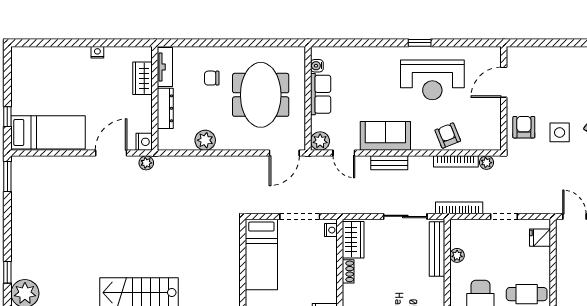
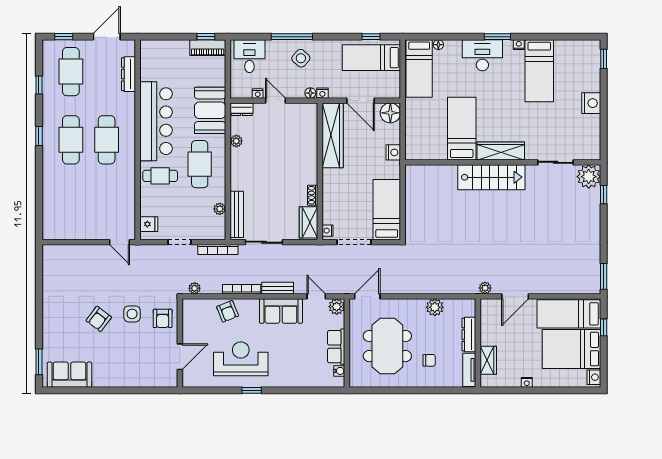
bed: (45, 91) -> (572, 349), added
nightstand: (144, 142) -> (594, 377), moved, turned 180
bookcase: (456, 161) -> (242, 289), moved

